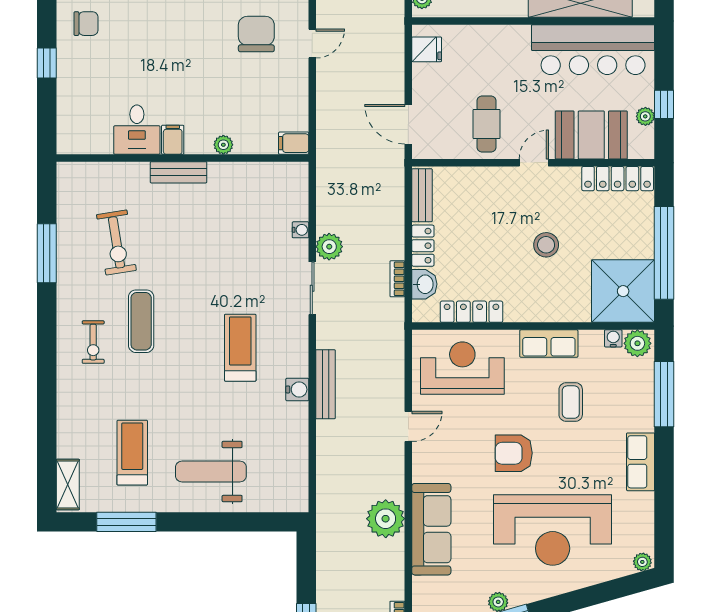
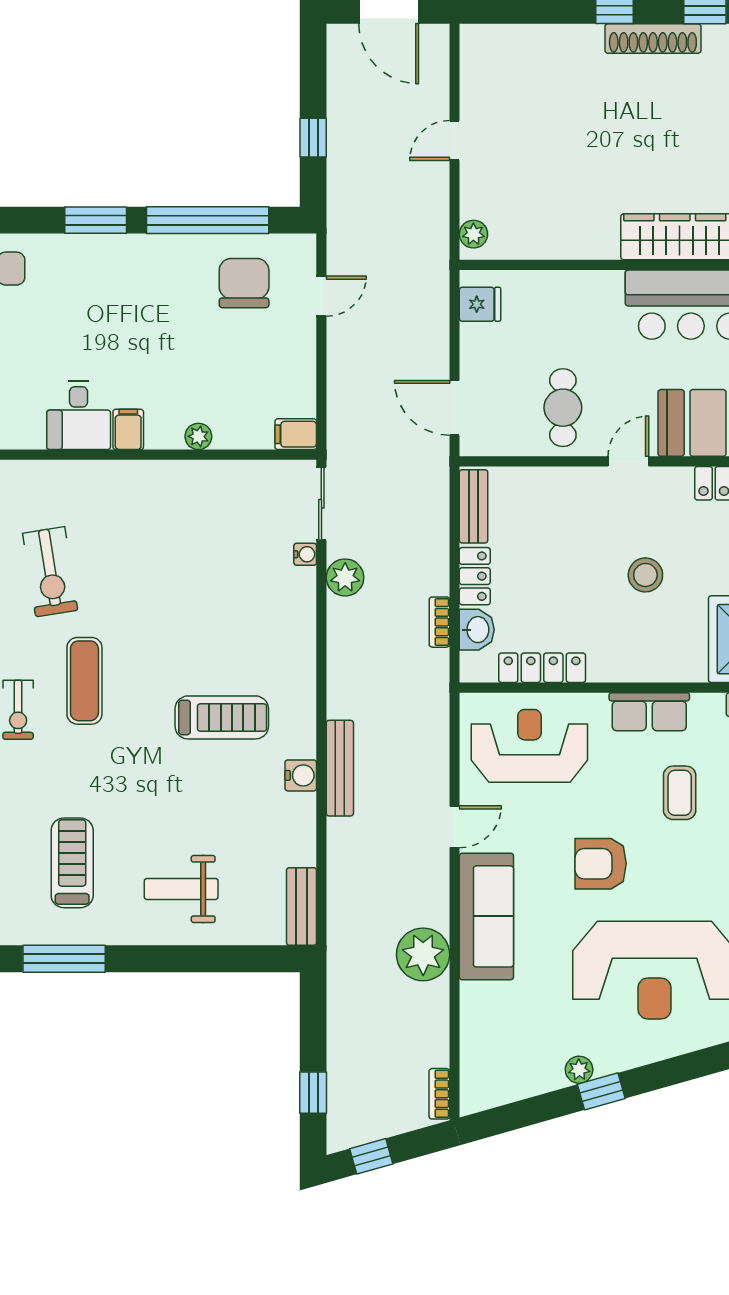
bench: (179, 172) -> (302, 907), moved, turned 90
sliding door: (312, 288) -> (321, 504), moved
treadmill: (240, 348) -> (222, 717), turned 90
weight bench: (211, 471) -> (181, 889), width x0.73, depth x0.75
sofa: (431, 529) -> (486, 916), moved

